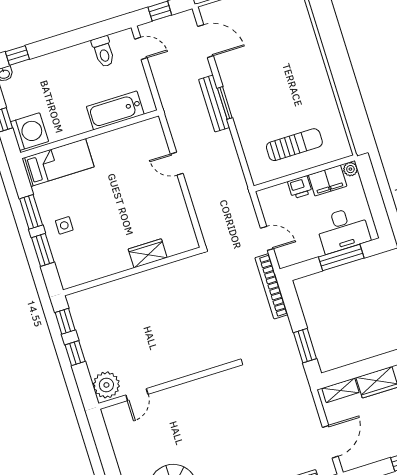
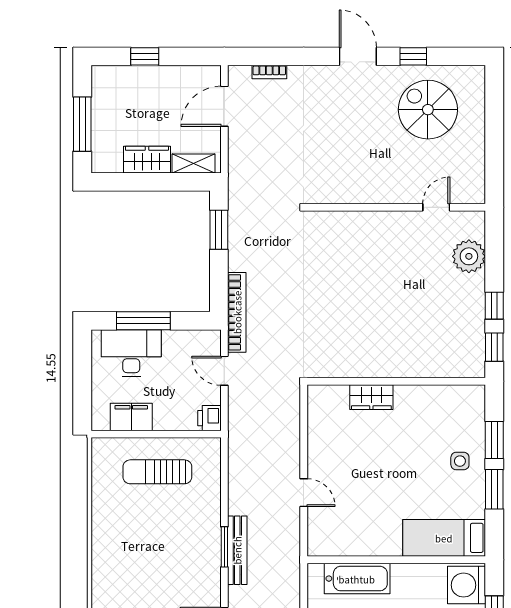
plant: (350, 169) -> (100, 422), removed
printer: (300, 187) -> (209, 418), moved, turned -90
wall: (168, 385) -> (396, 207), moved
door: (137, 395) -> (436, 207), moved

